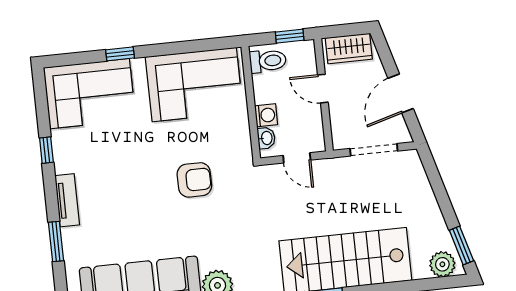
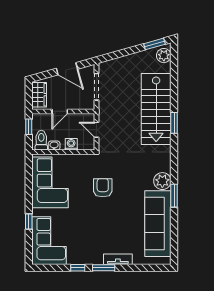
washbasin: (266, 138) -> (54, 146), moved
door: (297, 158) -> (96, 130), swing flipped
tv unit: (67, 200) -> (118, 259), moved
window: (56, 242) -> (104, 268), moved

